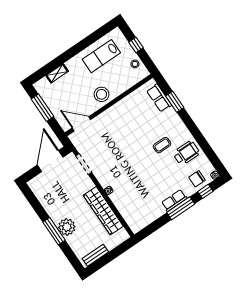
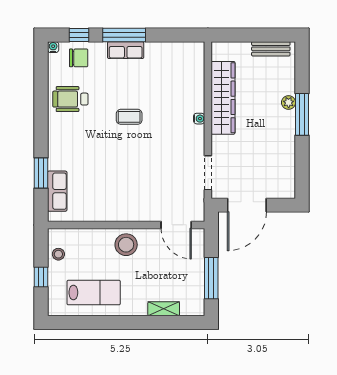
coffee table: (162, 145) -> (129, 117), moved
plant: (67, 227) -> (289, 102), width x0.53, depth x0.53

